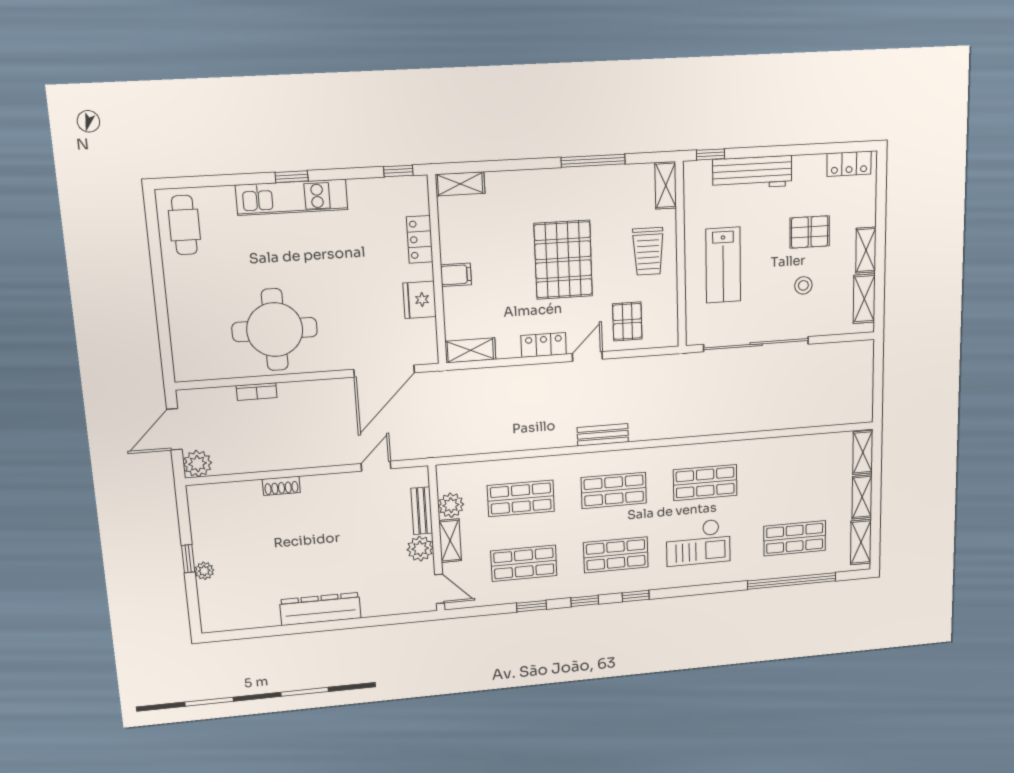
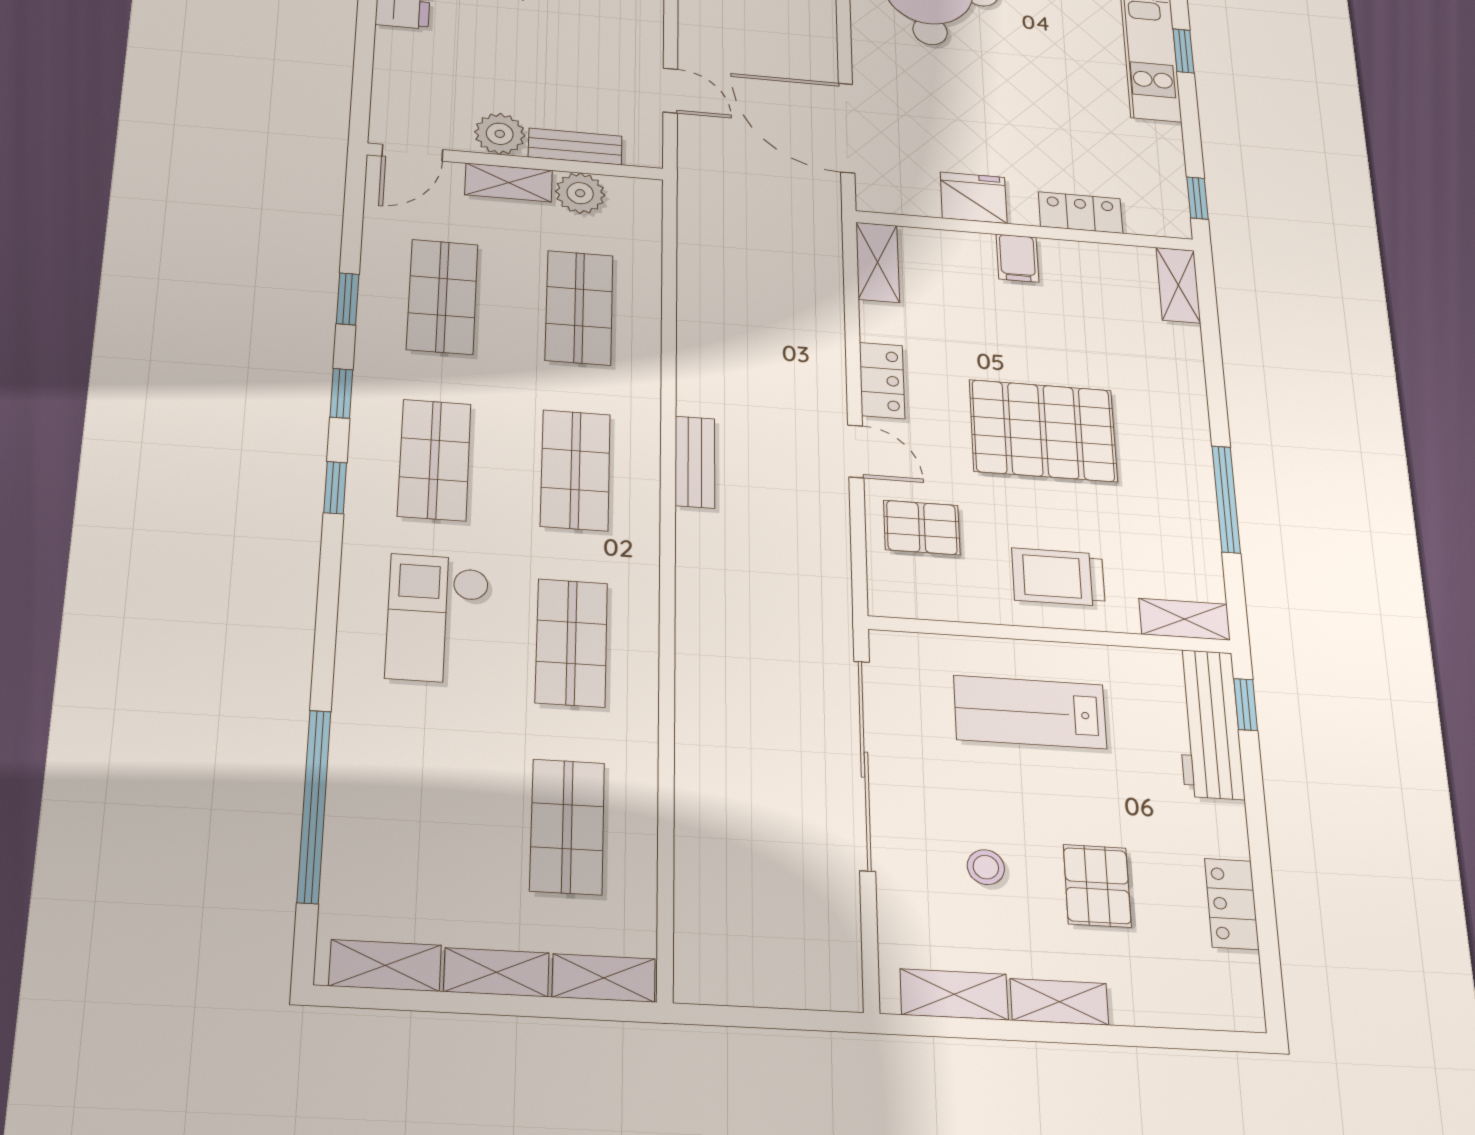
locker: (849, 164) -> (1232, 904), moved
workbench: (752, 173) -> (1209, 724), moved
shop shelf: (795, 538) -> (567, 827), moved

